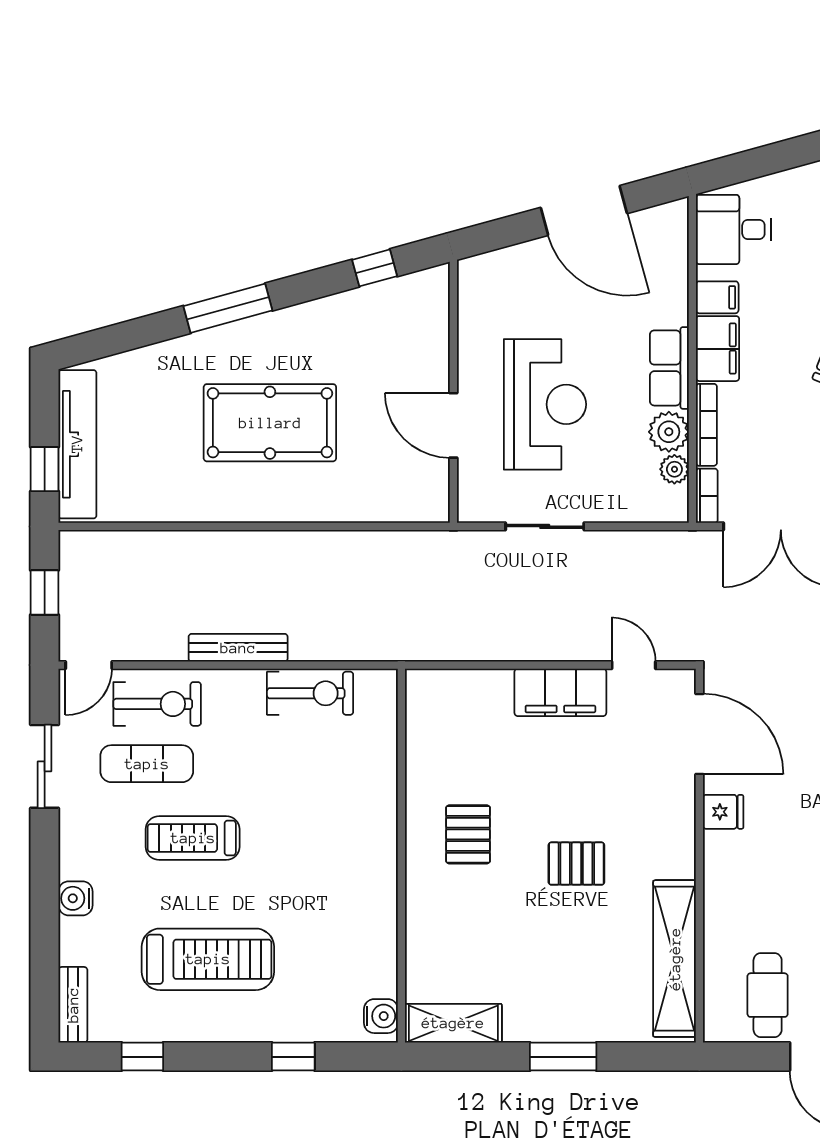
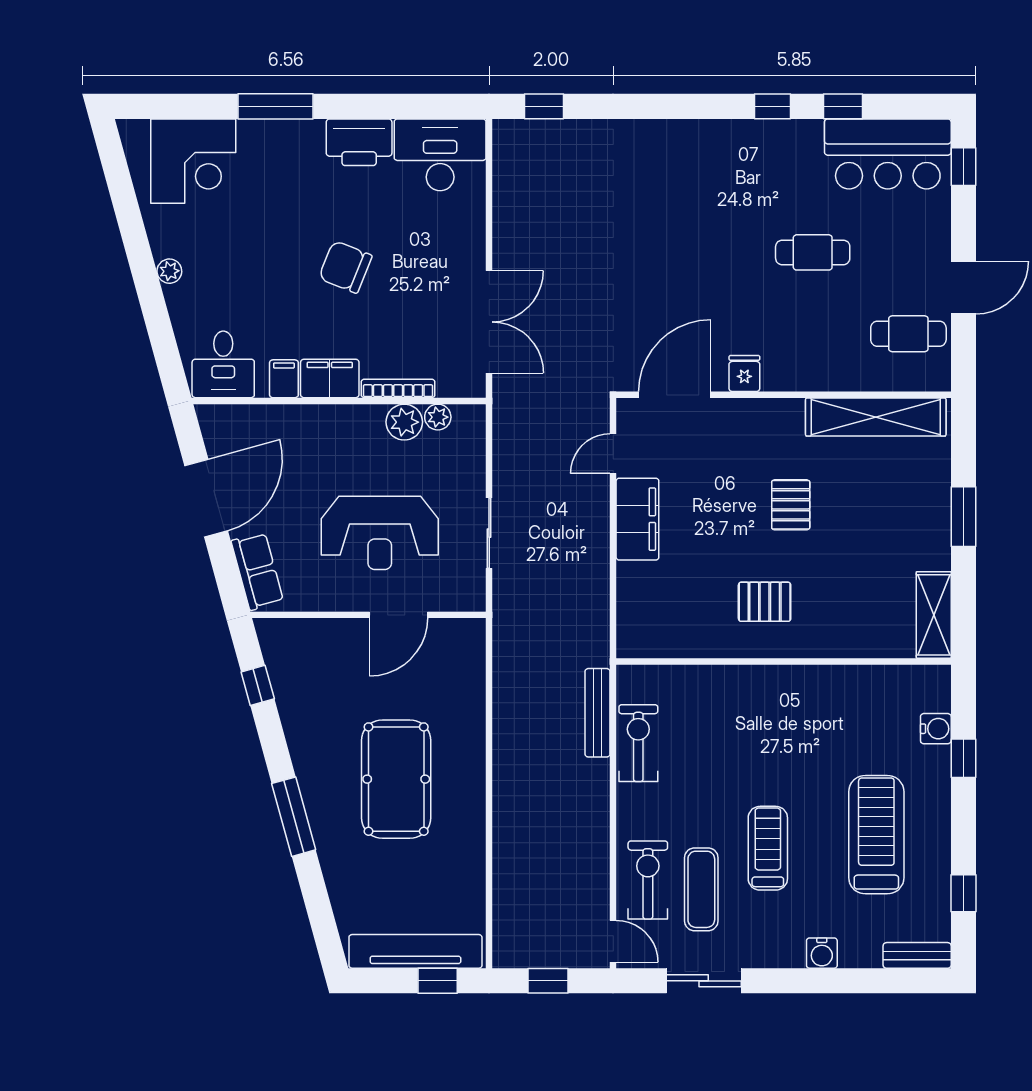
row of seats: (669, 368) -> (257, 571), moved, turned -105
reception desk: (545, 404) -> (380, 533), turned 180
bookcase: (707, 496) -> (462, 388), removed
bench: (238, 648) -> (598, 713), moved
treadmill: (193, 838) -> (768, 848), turned 180
water cooler: (381, 1016) -> (936, 729), moved, turned 90

